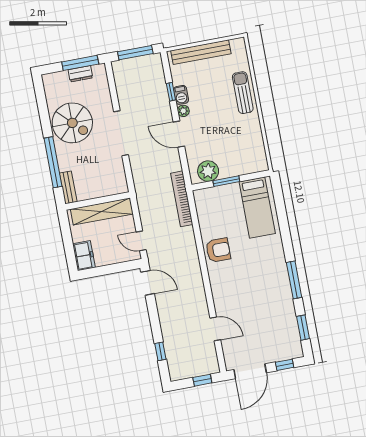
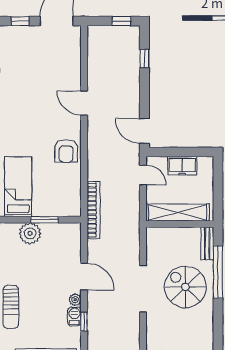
spiral stairs: (72, 123) -> (185, 287), moved
plant: (208, 171) -> (30, 233), moved
armchair: (218, 250) -> (66, 151), turned -90
freezer: (84, 256) -> (182, 166), moved, turned -90
door: (215, 329) -> (84, 103), moved
window: (202, 380) -> (122, 21), moved

